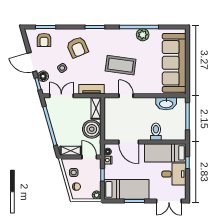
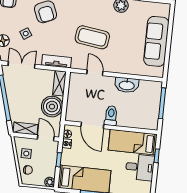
sofa: (174, 63) -> (156, 41), width x0.74, depth x0.79
washbasin: (166, 104) -> (127, 85), moved
toilet: (156, 132) -> (111, 116), moved

